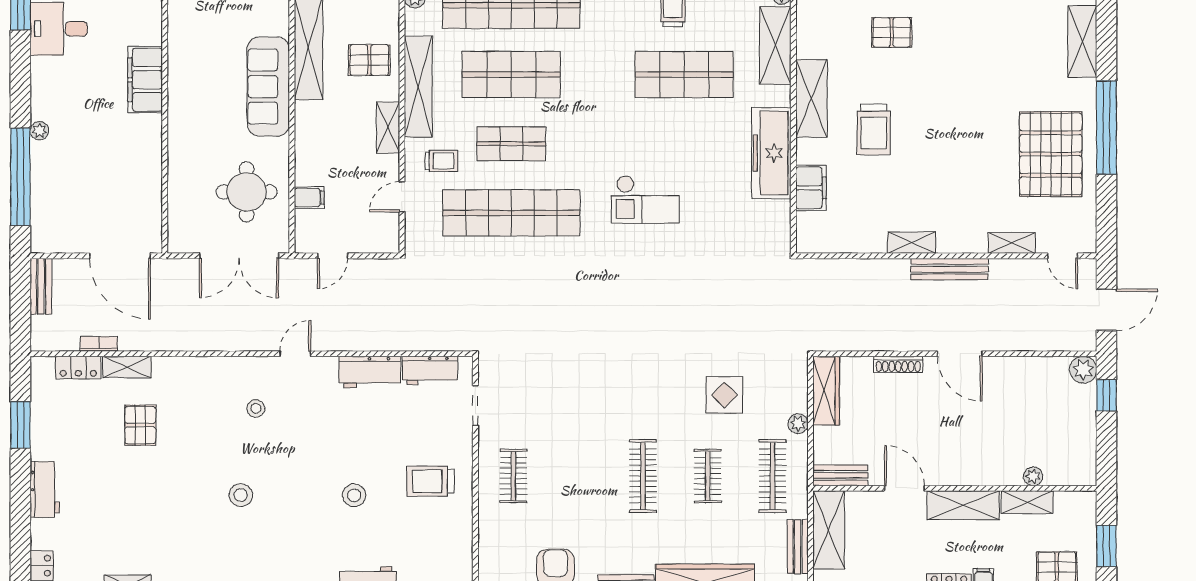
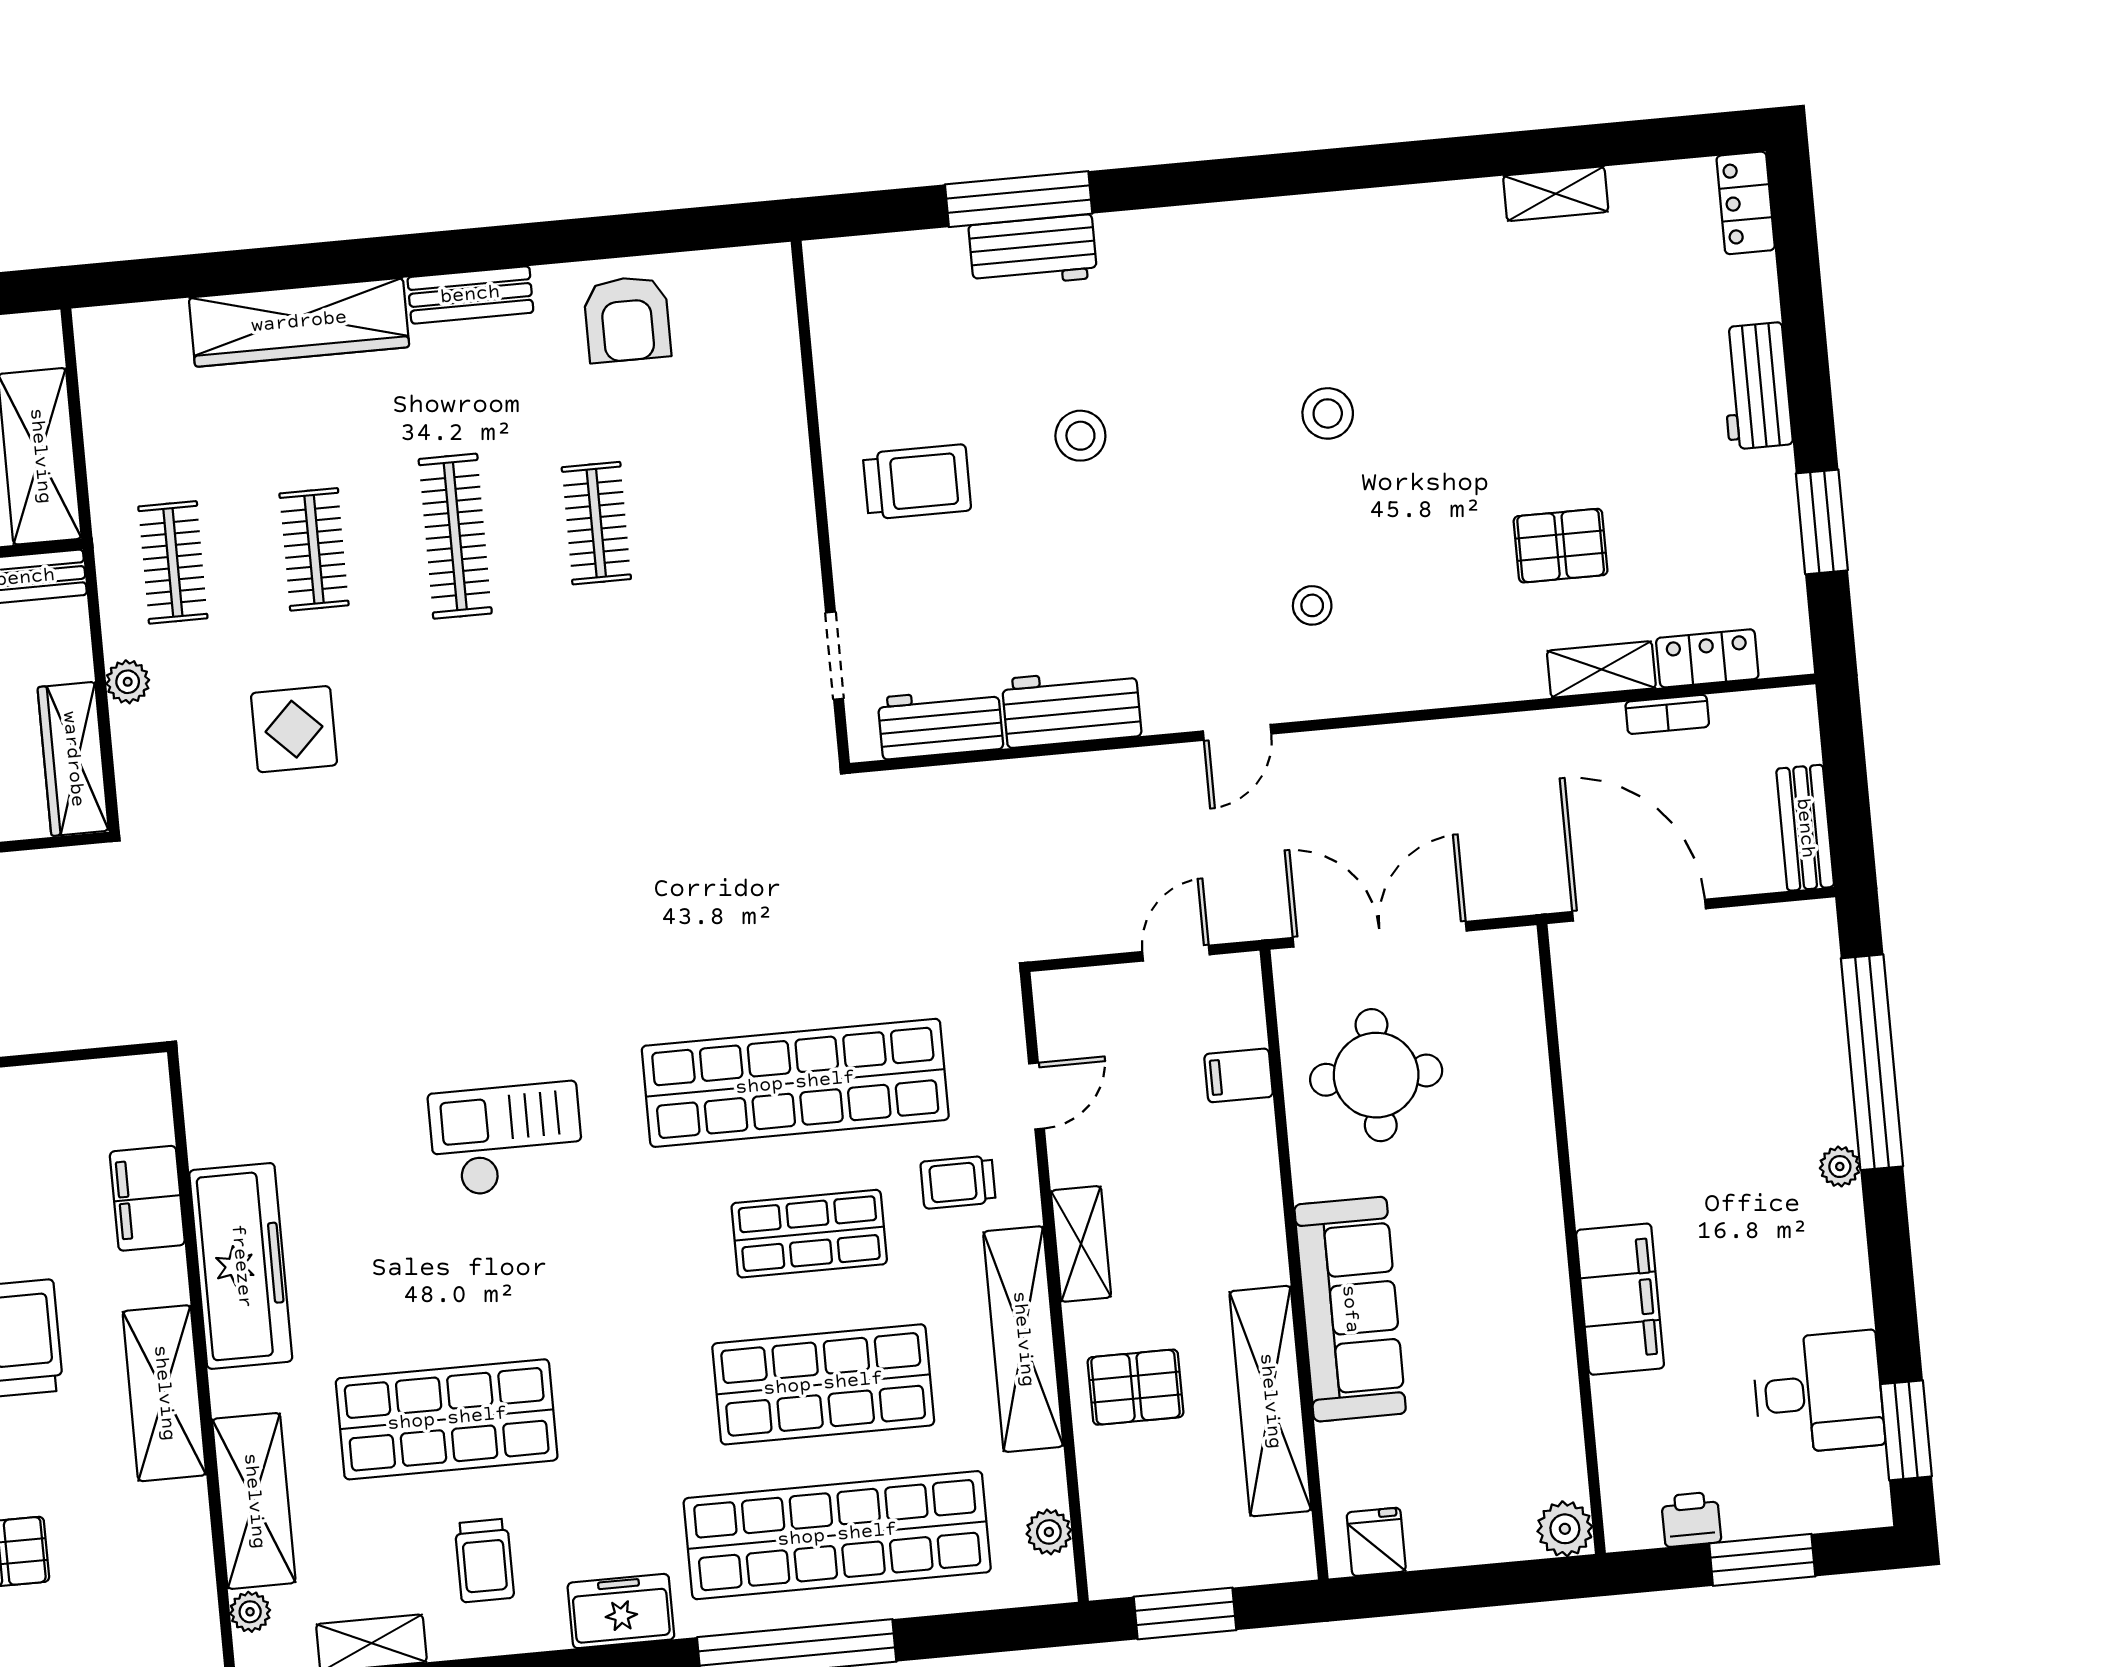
pallet: (140, 425) -> (1561, 546), turned 90
clothes rail: (513, 476) -> (596, 523), moved
clothes rail: (773, 476) -> (173, 562), width x0.73
bench: (798, 547) -> (104, 414), removed

